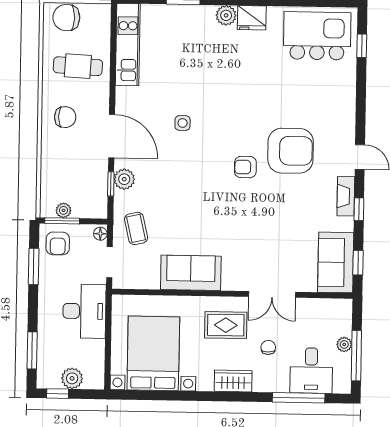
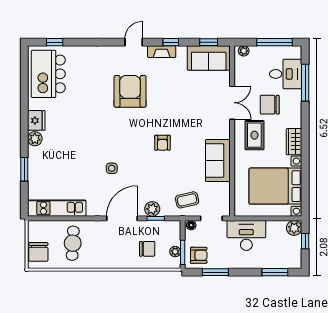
chair: (65, 117) -> (147, 249), moved, turned 90
armchair: (245, 167) -> (162, 143), moved
plant: (344, 344) -> (244, 51), moved
chair: (268, 347) -> (270, 105), width x1.87, depth x1.87
plant: (72, 378) -> (294, 228), moved
wardrobe: (233, 381) -> (294, 142), moved
window: (58, 394) -> (305, 241), moved

